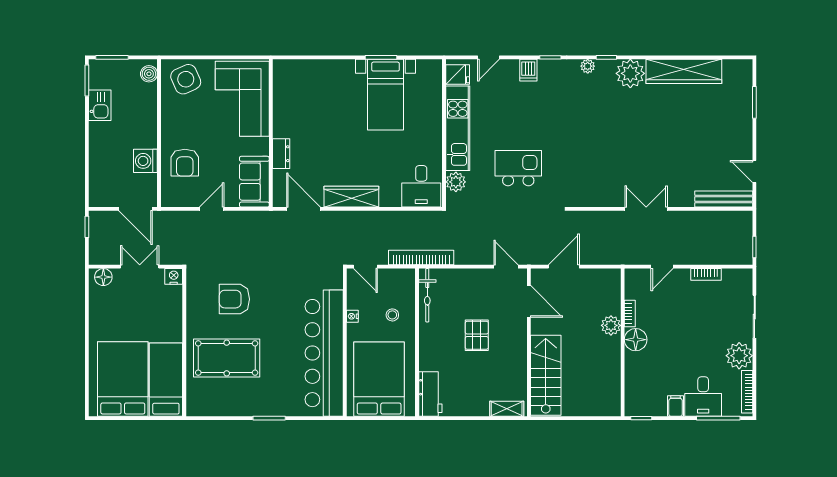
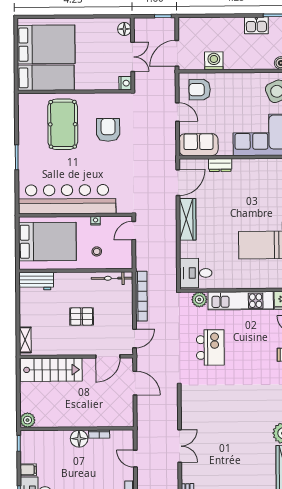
armchair: (185, 163) -> (200, 90), moved
bookcase: (421, 257) -> (141, 296), moved
plant: (611, 325) -> (28, 420), moved

